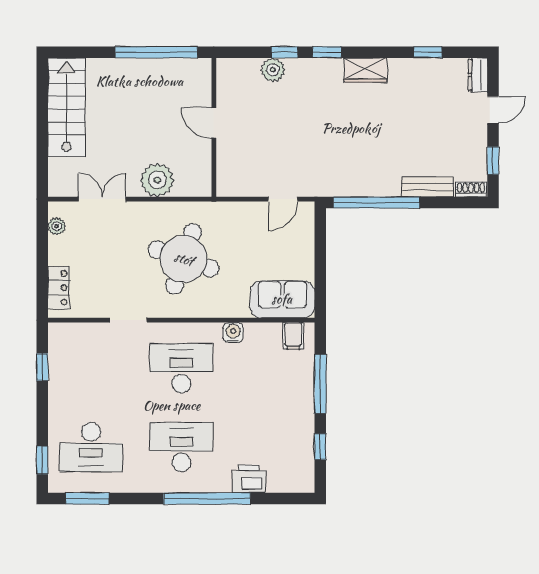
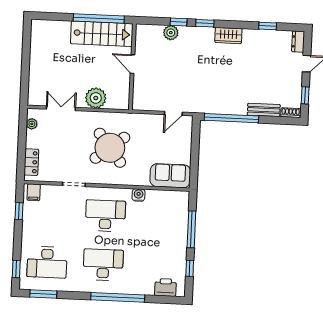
stairs: (66, 107) -> (102, 34), moved, turned 90
round table: (184, 259) -> (110, 148), turned 33
filing cabinet: (293, 336) -> (34, 192), moved
printer: (249, 479) -> (166, 287), moved

